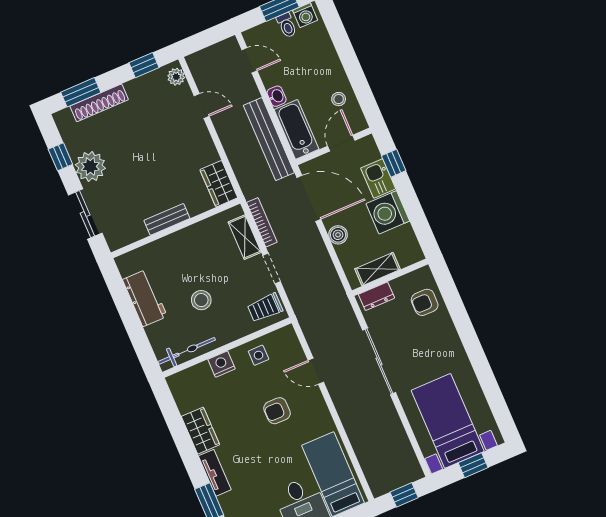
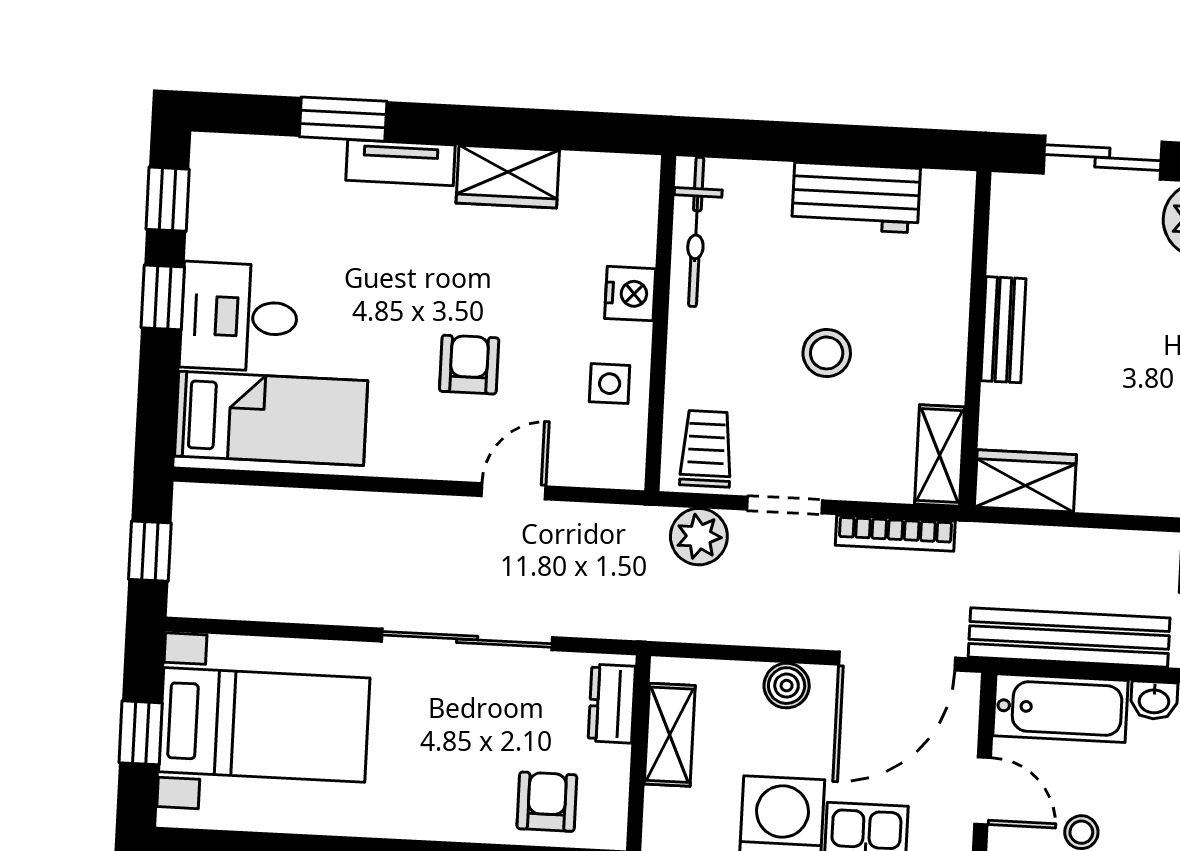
shelving: (245, 237) -> (940, 456), moved, turned 90
plant: (299, 294) -> (699, 537), added
stool: (201, 300) -> (827, 353), moved

